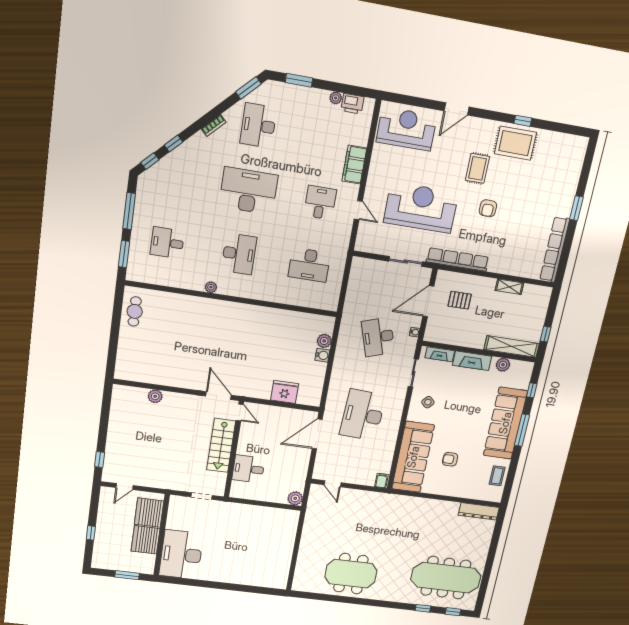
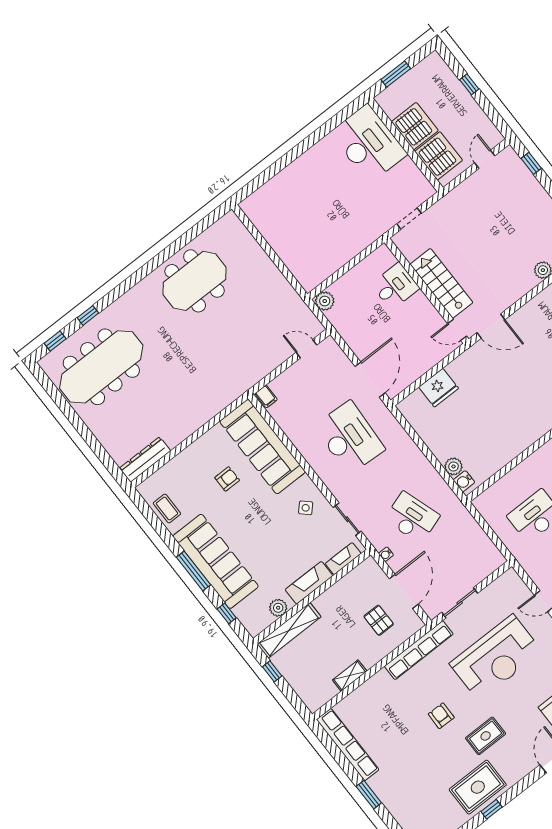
rug: (477, 168) -> (486, 736), turned 90
pallet: (460, 300) -> (379, 620), turned 90
water cooler: (322, 355) -> (464, 481), moved

